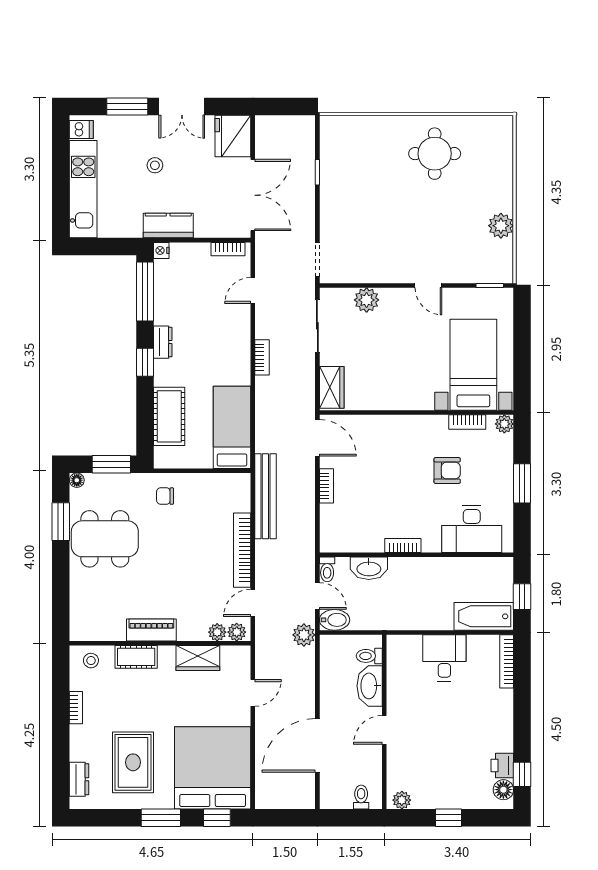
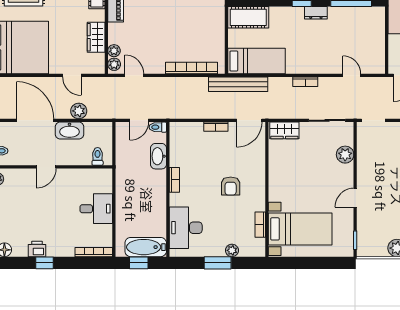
bookcase: (228, 249) -> (381, 58), removed
nightstand: (161, 250) -> (380, 12), removed
cot: (169, 416) -> (248, 17), moved
plant: (504, 424) -> (232, 250), moved
armchair: (447, 470) -> (231, 186), moved
chair: (165, 496) -> (209, 14), removed
bench: (265, 496) -> (238, 84), moved
bookcase: (242, 550) -> (191, 68), moved
bathtub: (484, 616) -> (146, 247), moved, turned -90
bidet: (335, 620) -> (123, 132), removed
plant: (304, 635) -> (79, 111), moved
washbasin: (370, 686) -> (69, 131), moved, turned 180
door: (384, 730) -> (46, 167), swing flipped
printer: (502, 766) -> (37, 249), moved
window: (522, 774) -> (45, 263), moved

